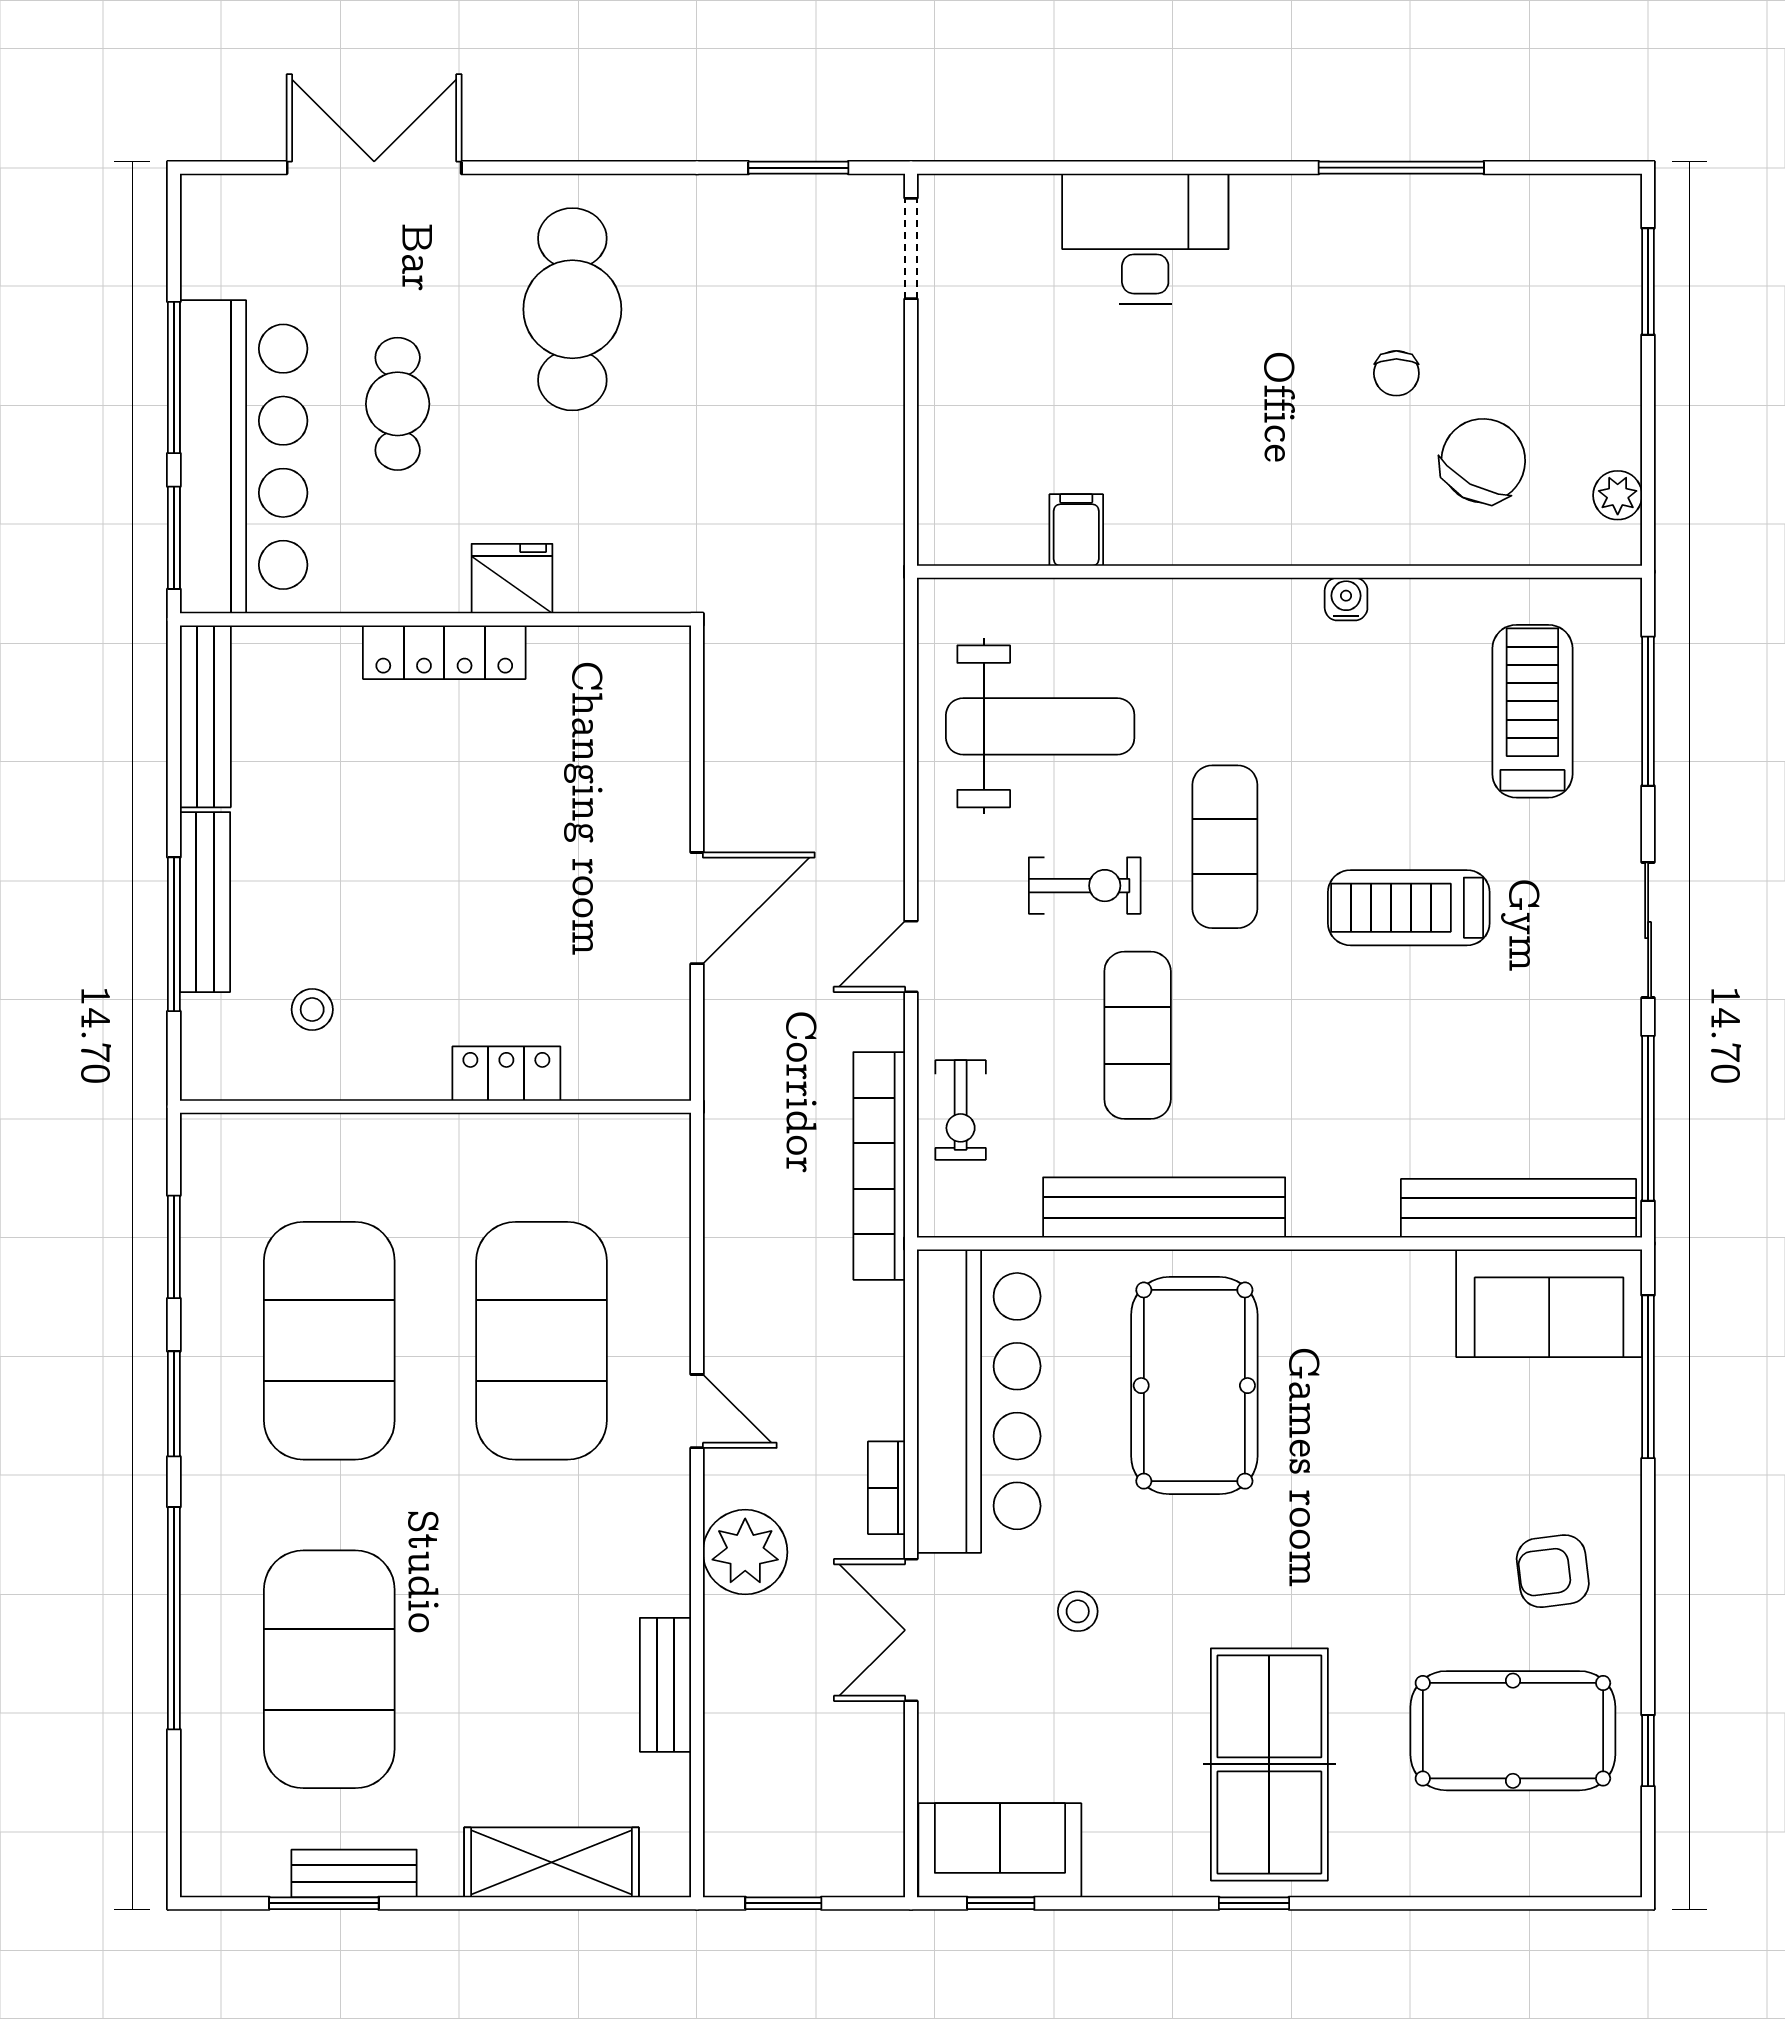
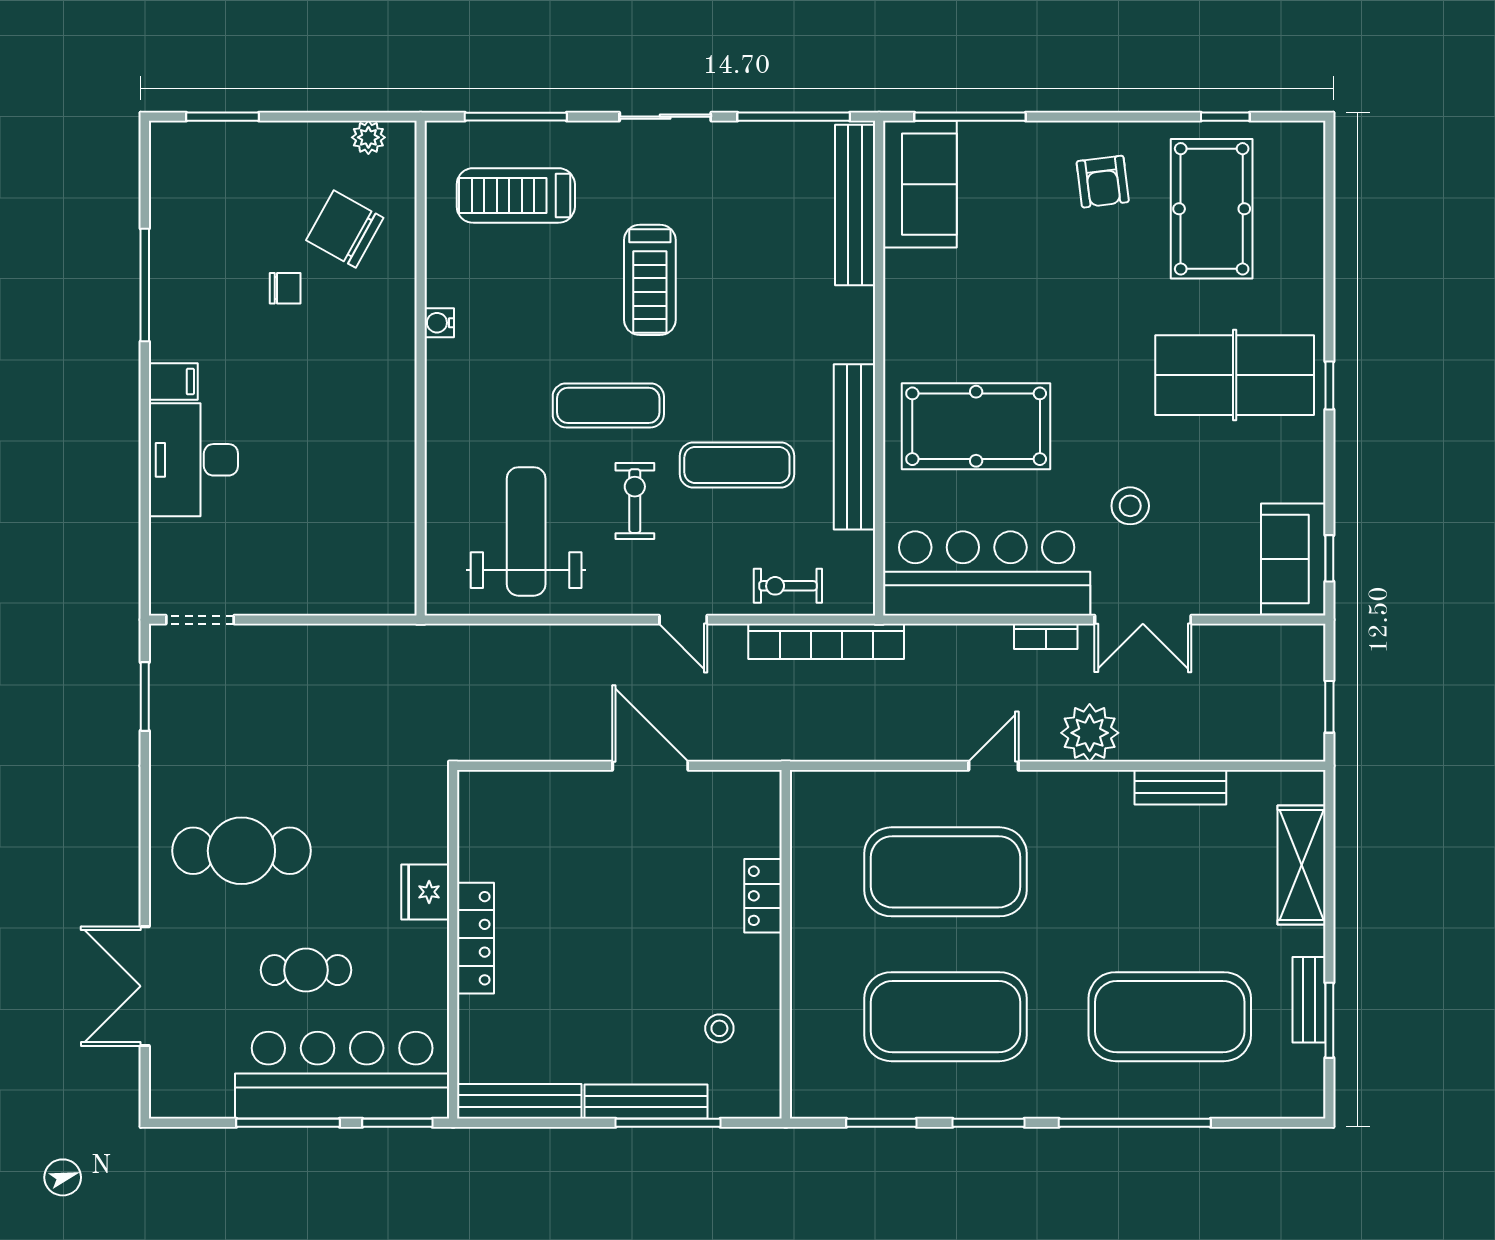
filing cabinet: (1076, 530) -> (173, 382), moved, turned 180
exercise bike: (961, 1110) -> (788, 586), turned 180
stool: (1078, 1611) -> (1130, 506), width x1.37, depth x1.37

